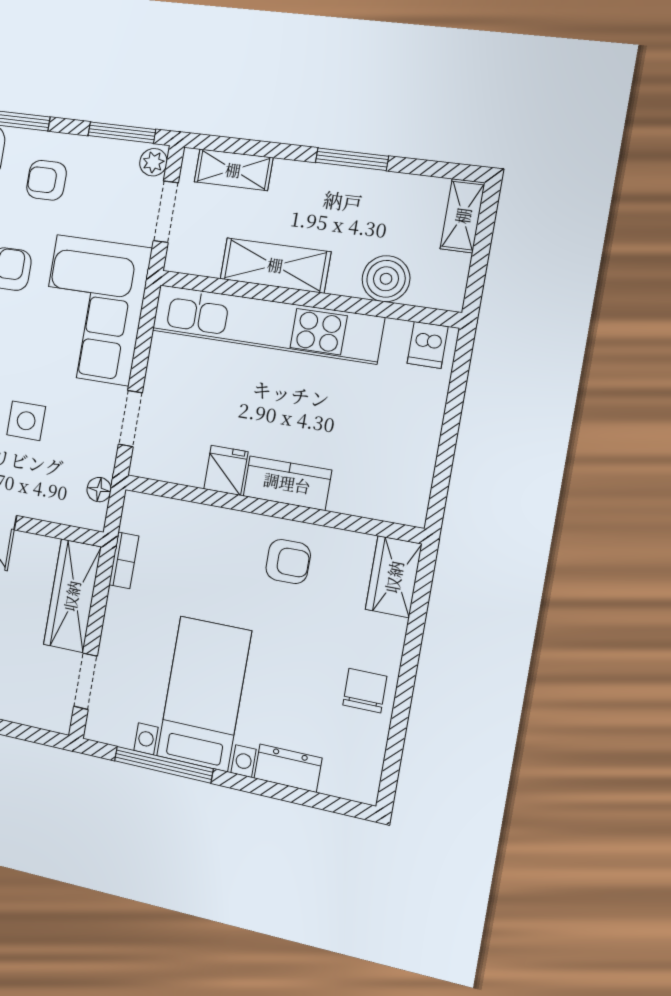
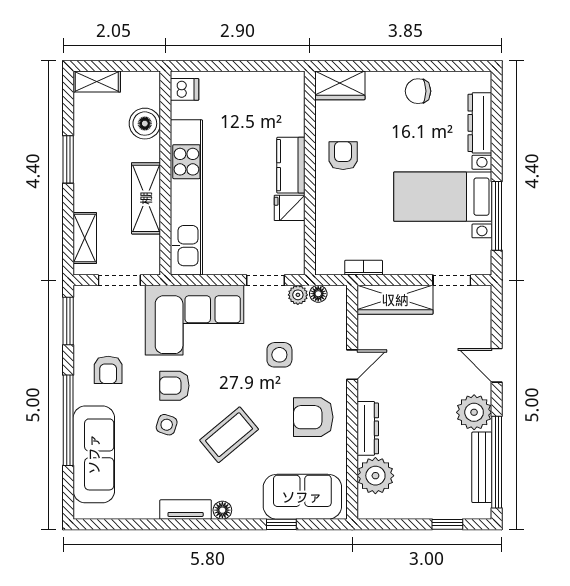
plant: (153, 162) -> (298, 295), moved
dresser: (288, 768) -> (480, 123), width x1.44

